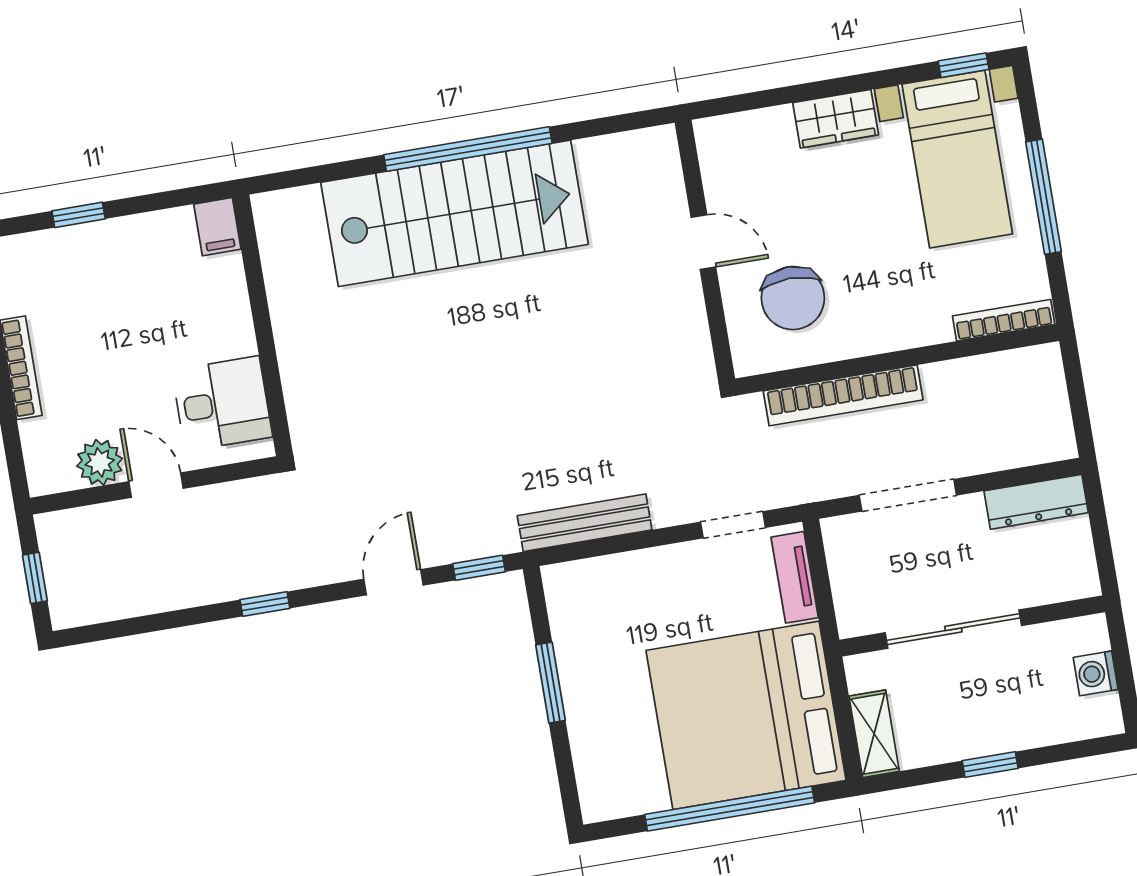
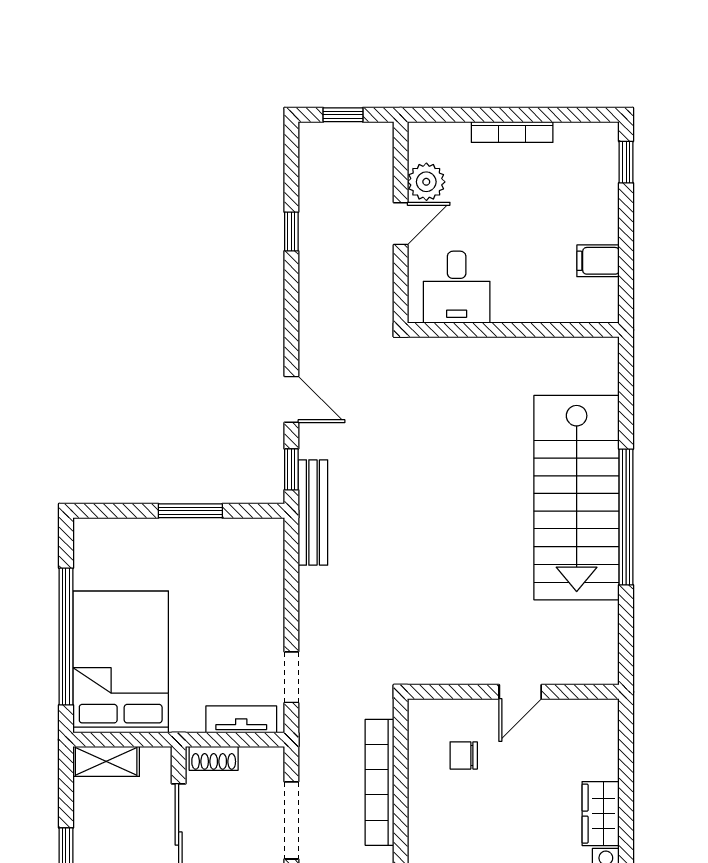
window: (79, 215) -> (626, 162), moved
filing cabinet: (217, 227) -> (598, 261), moved
chair: (793, 298) -> (464, 755), width x0.54, depth x0.54
bench: (585, 523) -> (313, 512), moved
shoe rack: (848, 603) -> (214, 758), added
window: (265, 604) -> (291, 231), moved
bed: (746, 715) -> (121, 662), width x0.73

